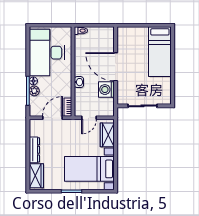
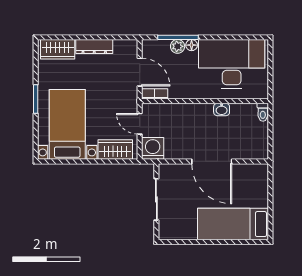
door: (116, 67) -> (212, 161), swing flipped
washbasin: (79, 82) -> (222, 110), moved
washing machine: (106, 90) -> (153, 148), moved

